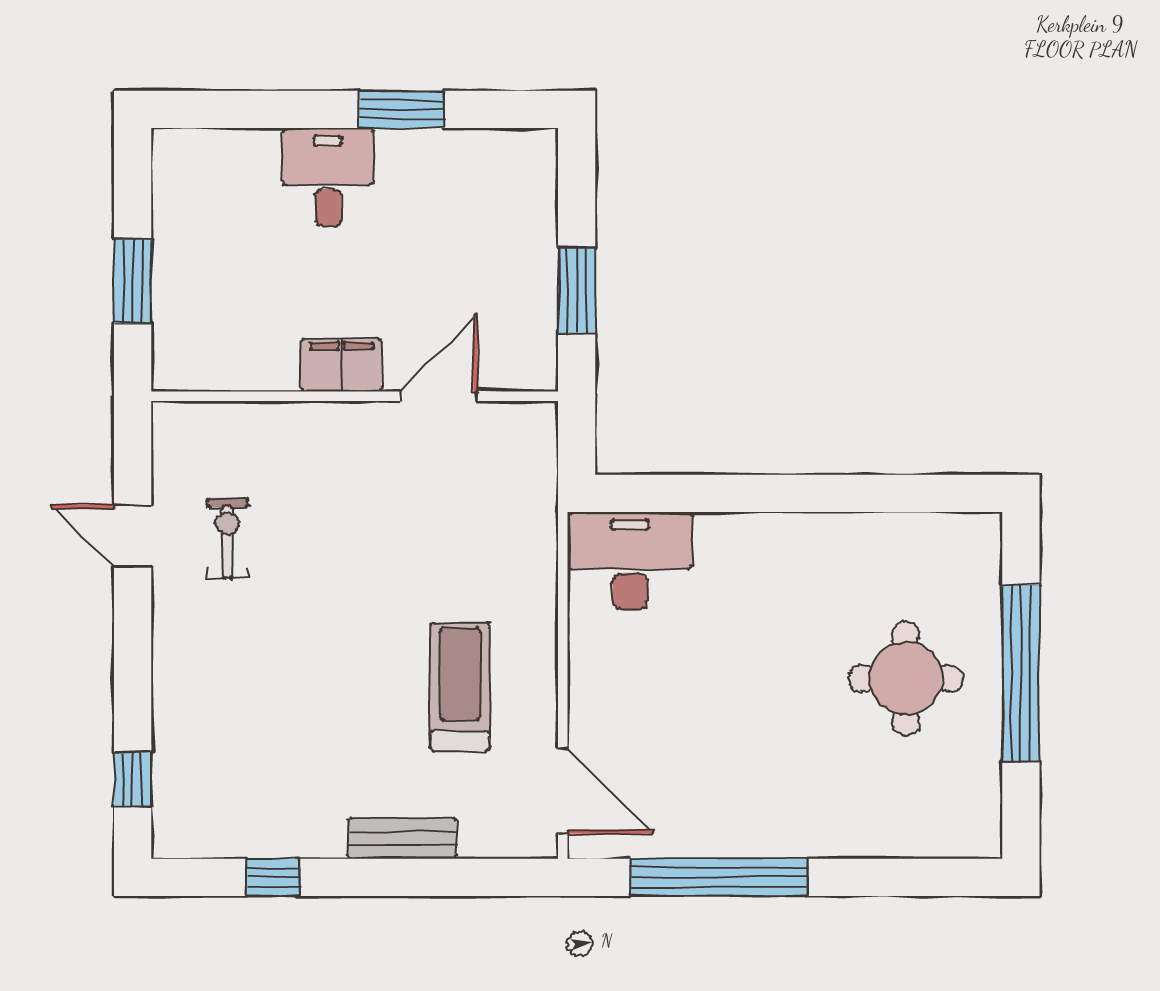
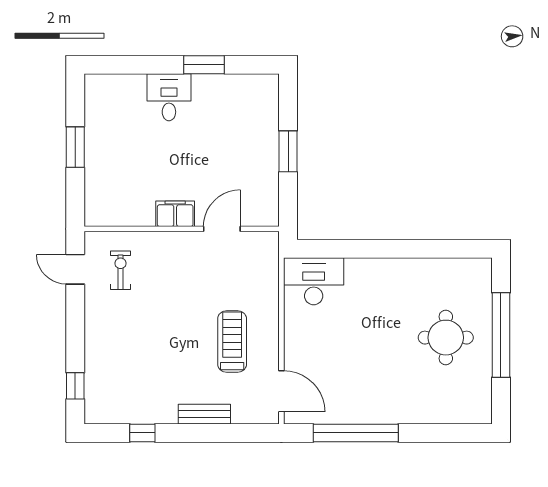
filing cabinet: (341, 365) -> (175, 214), moved
wall: (355, 396) -> (182, 229), moved
door: (439, 396) -> (222, 229), moved

